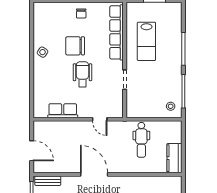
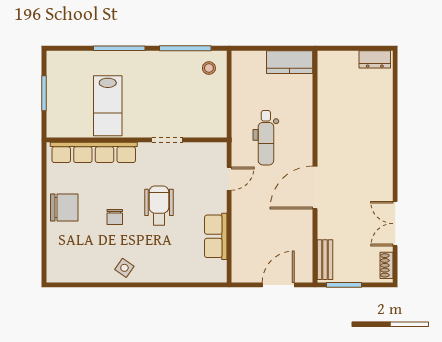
chair: (81, 14) -> (64, 208), width x1.87, depth x1.87
lab bench: (146, 41) -> (108, 106), turned 90
chair: (75, 46) -> (115, 217), width x0.54, depth x0.54
wheelchair: (82, 74) -> (159, 205), turned 90
dental chair: (141, 140) -> (266, 138), moved, turned 90

